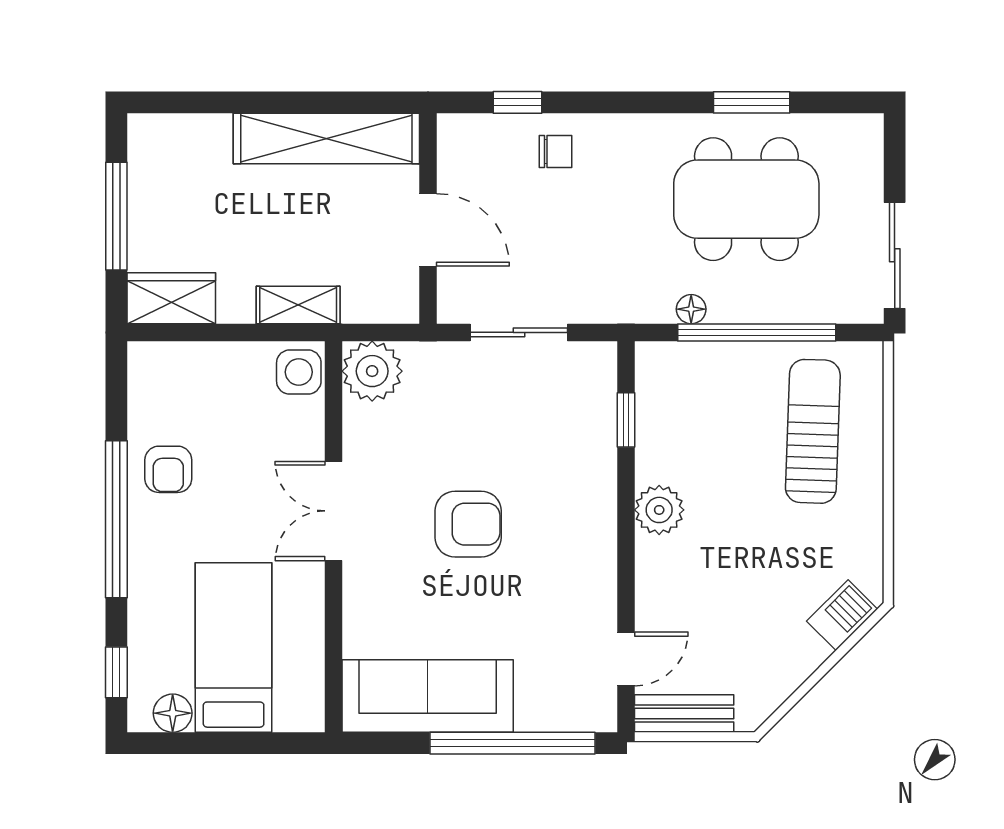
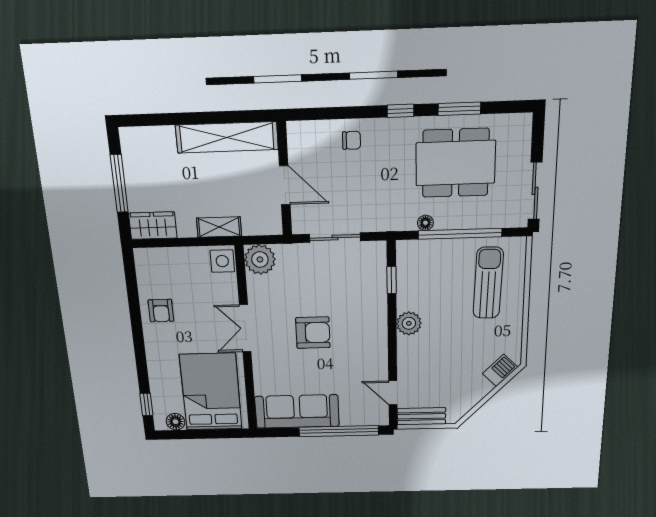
window: (518, 102) -> (401, 111), moved
window: (116, 519) -> (138, 335), removed
bed: (234, 648) -> (211, 392), width x1.50
door: (626, 659) -> (393, 393), swing flipped

